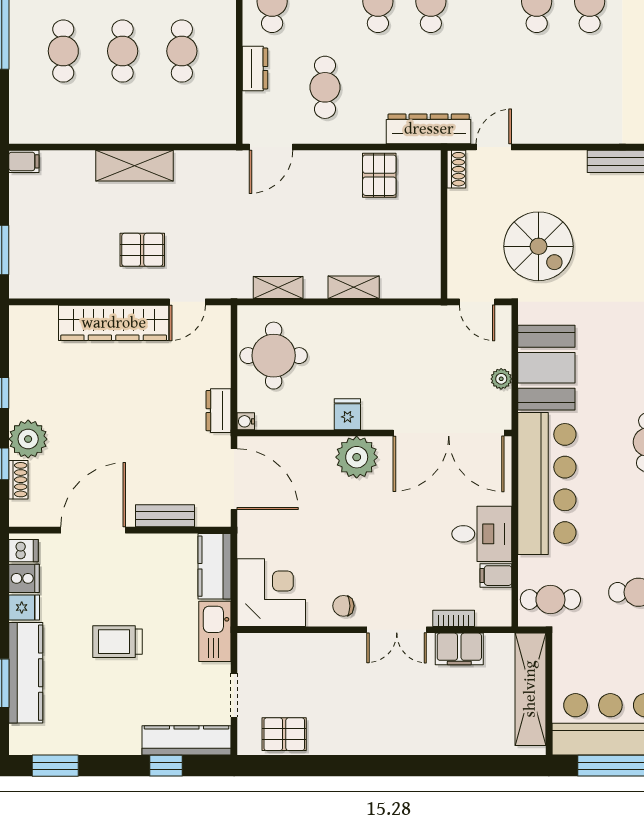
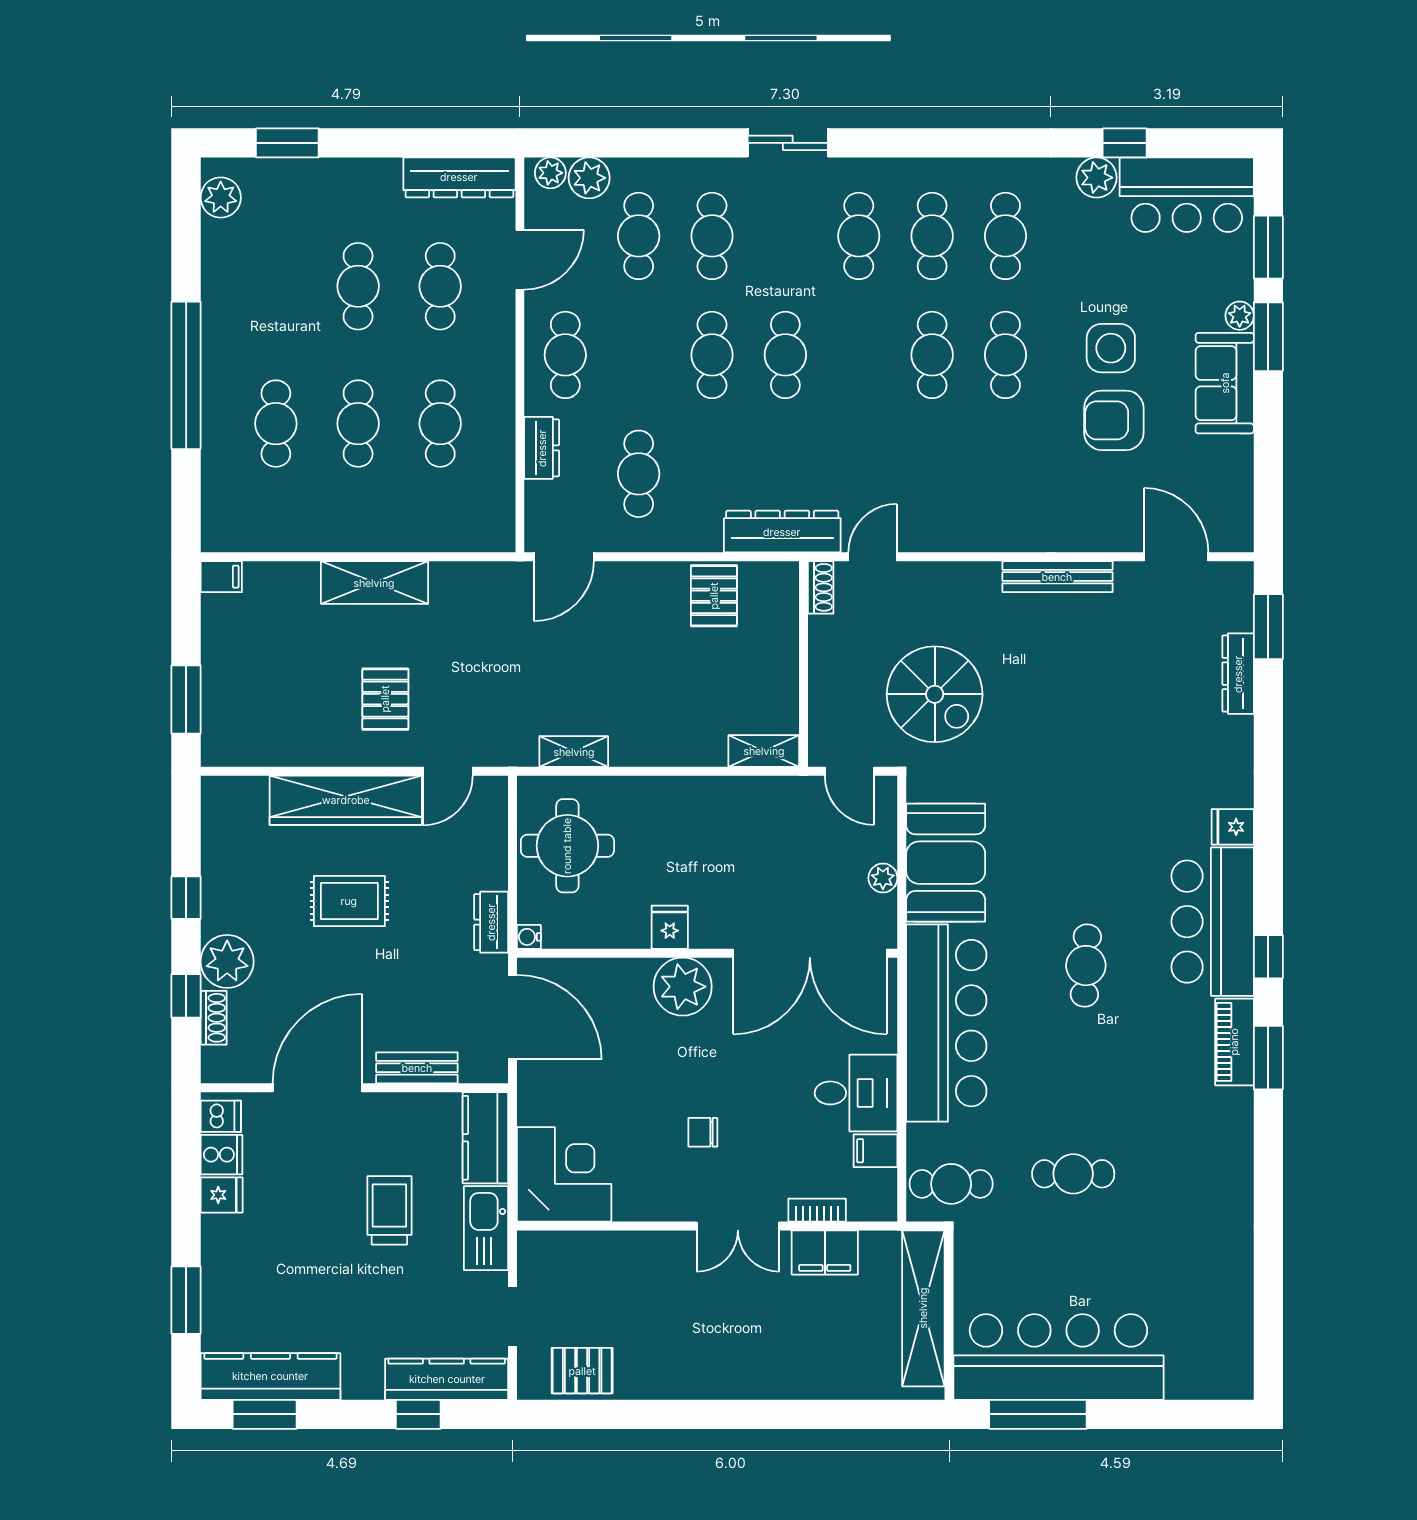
pallet: (142, 250) -> (385, 699), turned 90
shelving: (354, 287) -> (764, 751), moved
rug: (116, 395) -> (349, 901), added
chair: (343, 606) -> (703, 1132), moved
trolley: (117, 642) -> (389, 1210), moved, turned 90
kitchen counter: (26, 673) -> (270, 1376), moved, turned -90

